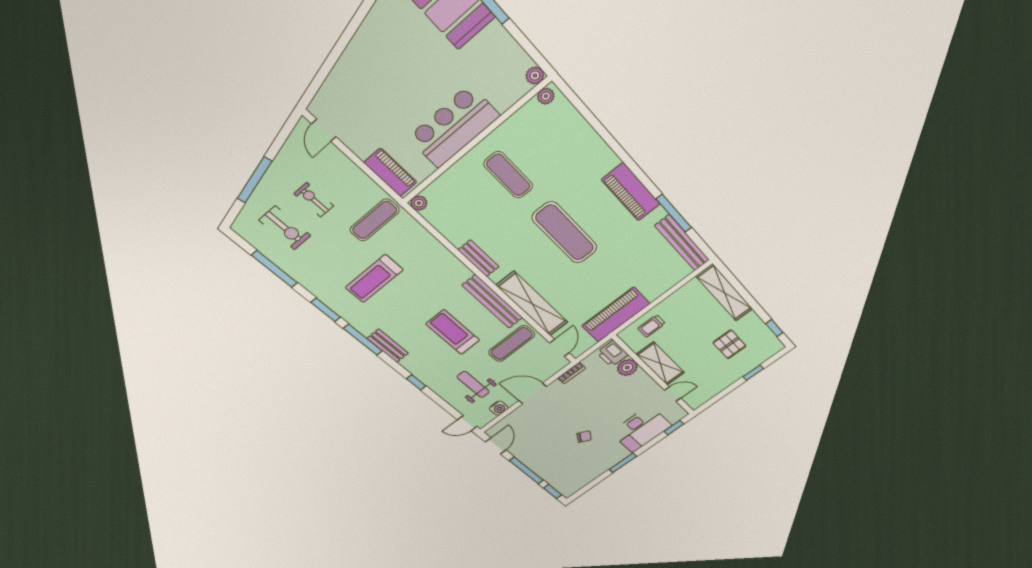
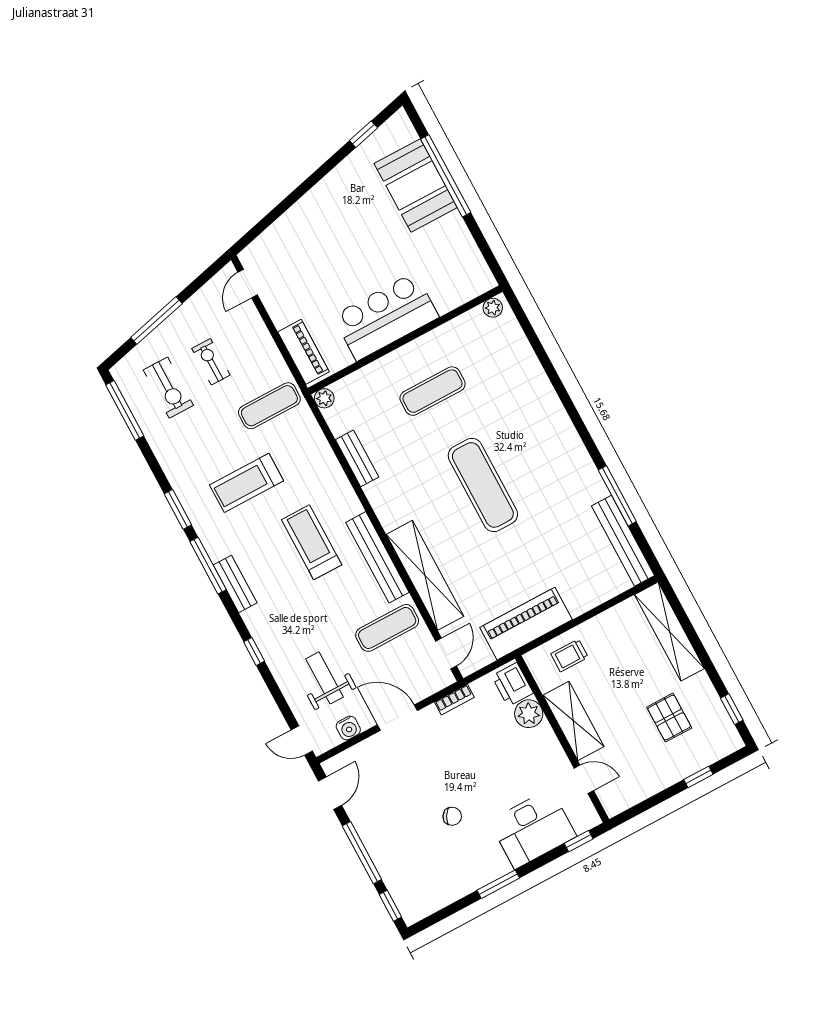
plant: (535, 76) -> (485, 281), removed
exercise mat: (508, 175) -> (433, 391), turned 90
piano: (631, 192) -> (570, 452), removed
bench: (479, 258) -> (357, 458), moved
window: (275, 269) -> (125, 410), moved
treadmill: (453, 332) -> (312, 542), moved

